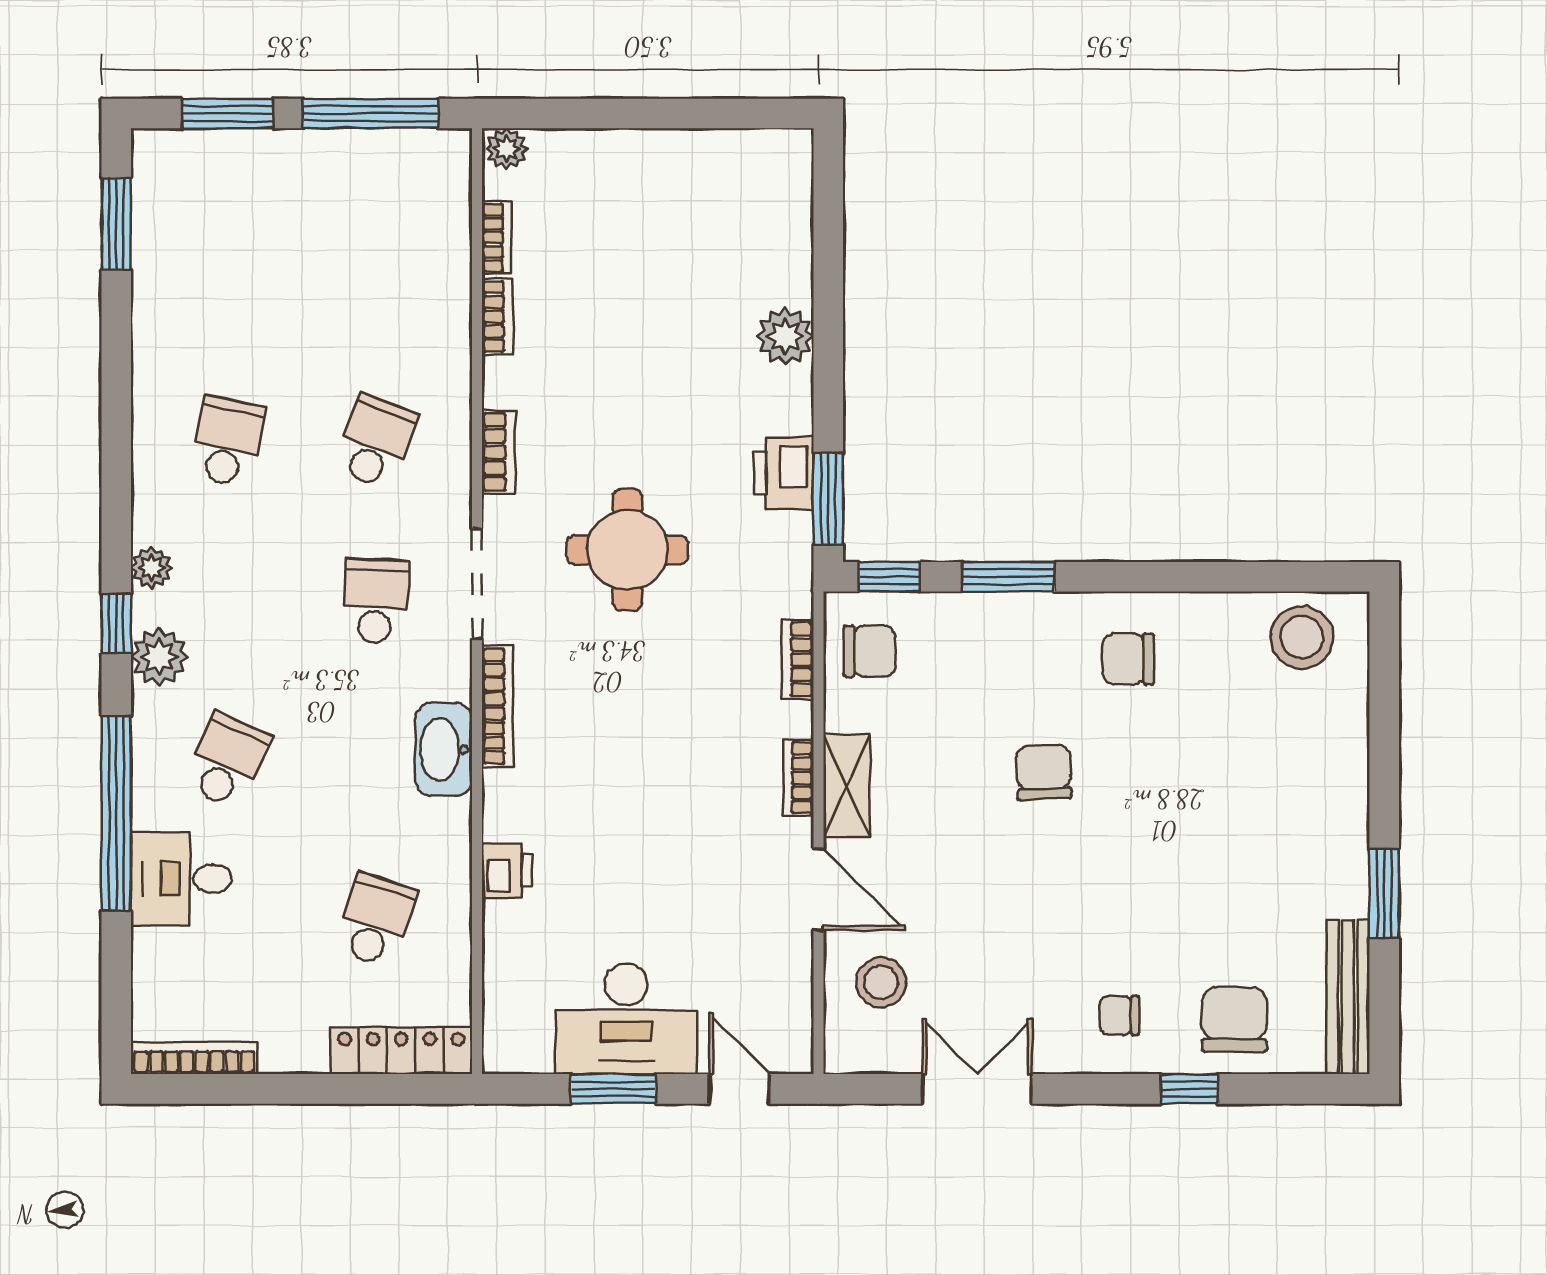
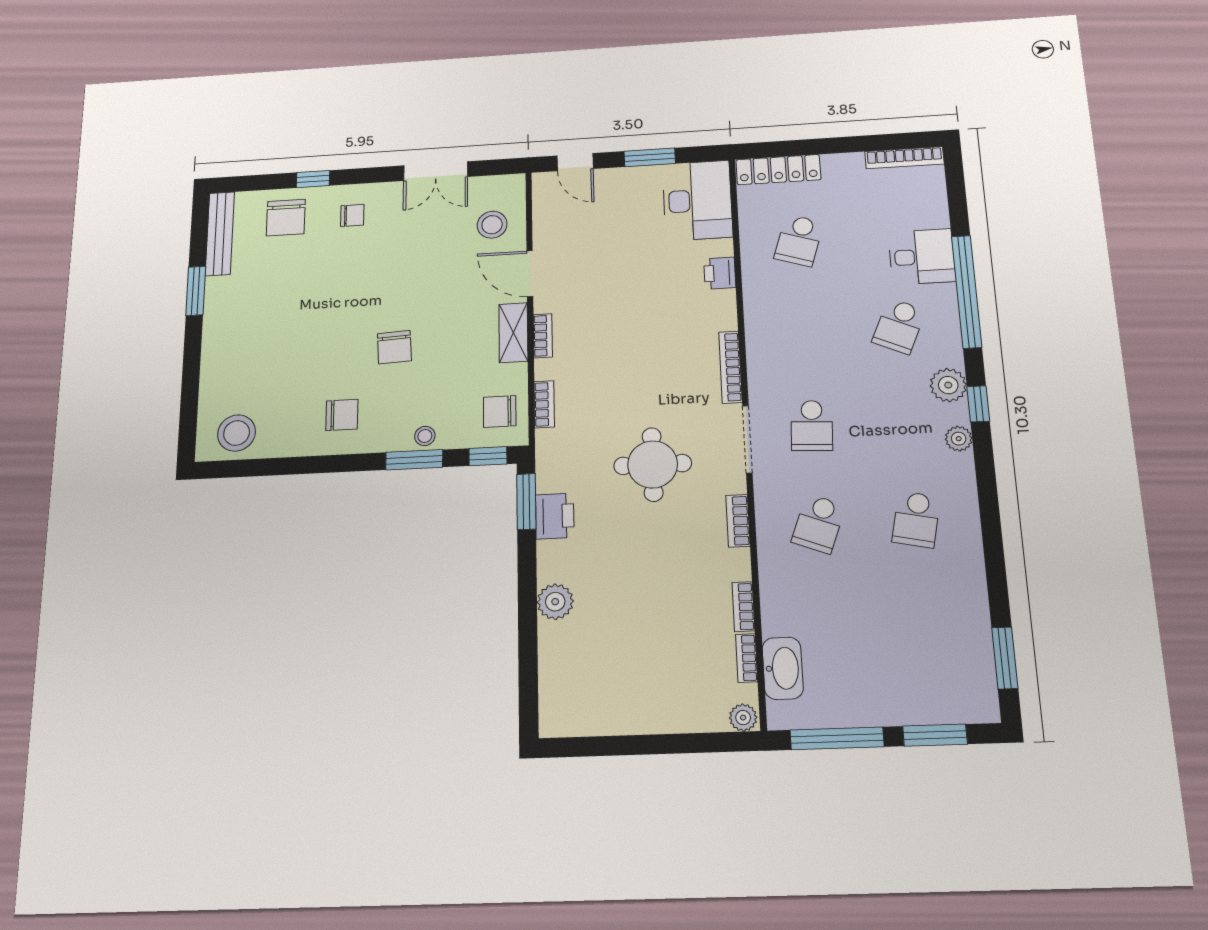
stool: (991, 616) -> (425, 436), added
washbasin: (444, 749) -> (783, 668), moved
desk: (626, 1019) -> (697, 200), moved, turned 90

